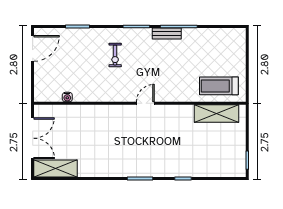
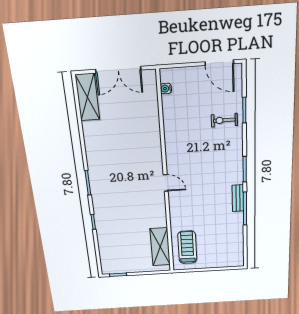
exercise bike: (115, 55) -> (224, 120), moved
water cooler: (67, 97) -> (166, 89), moved

